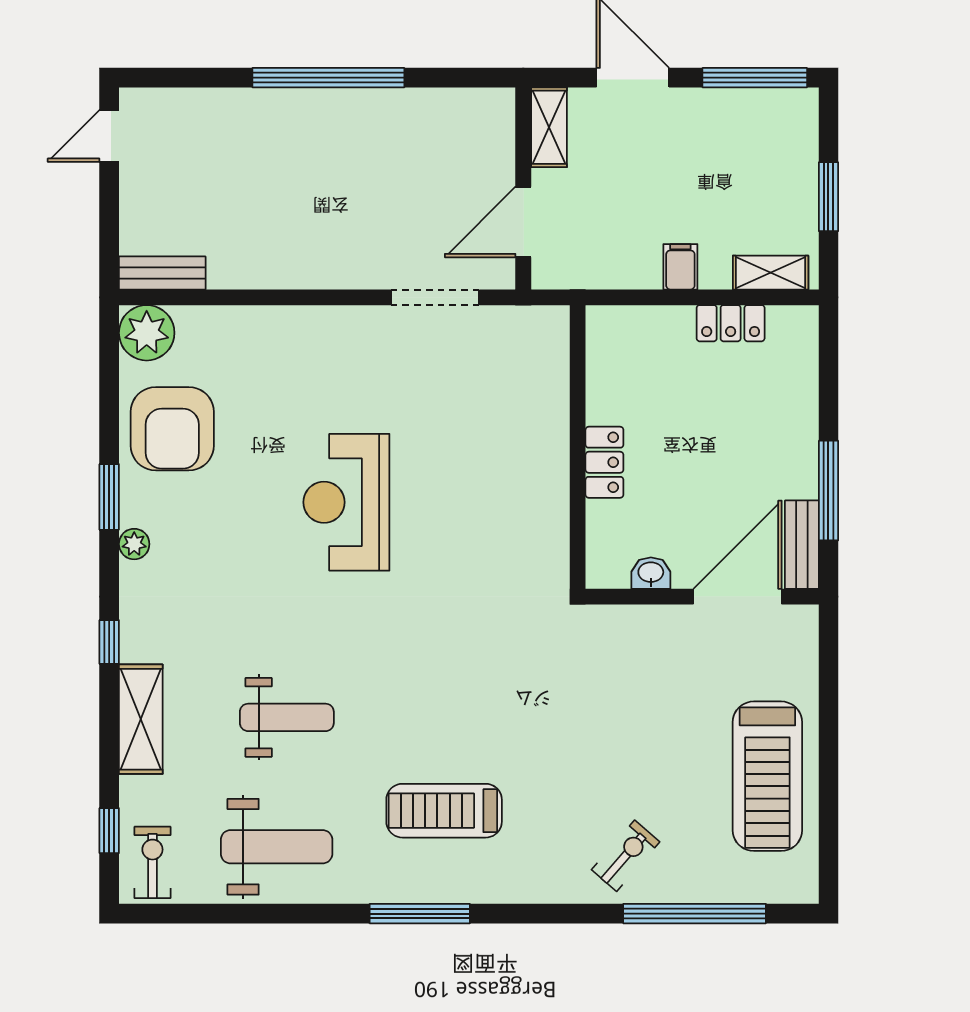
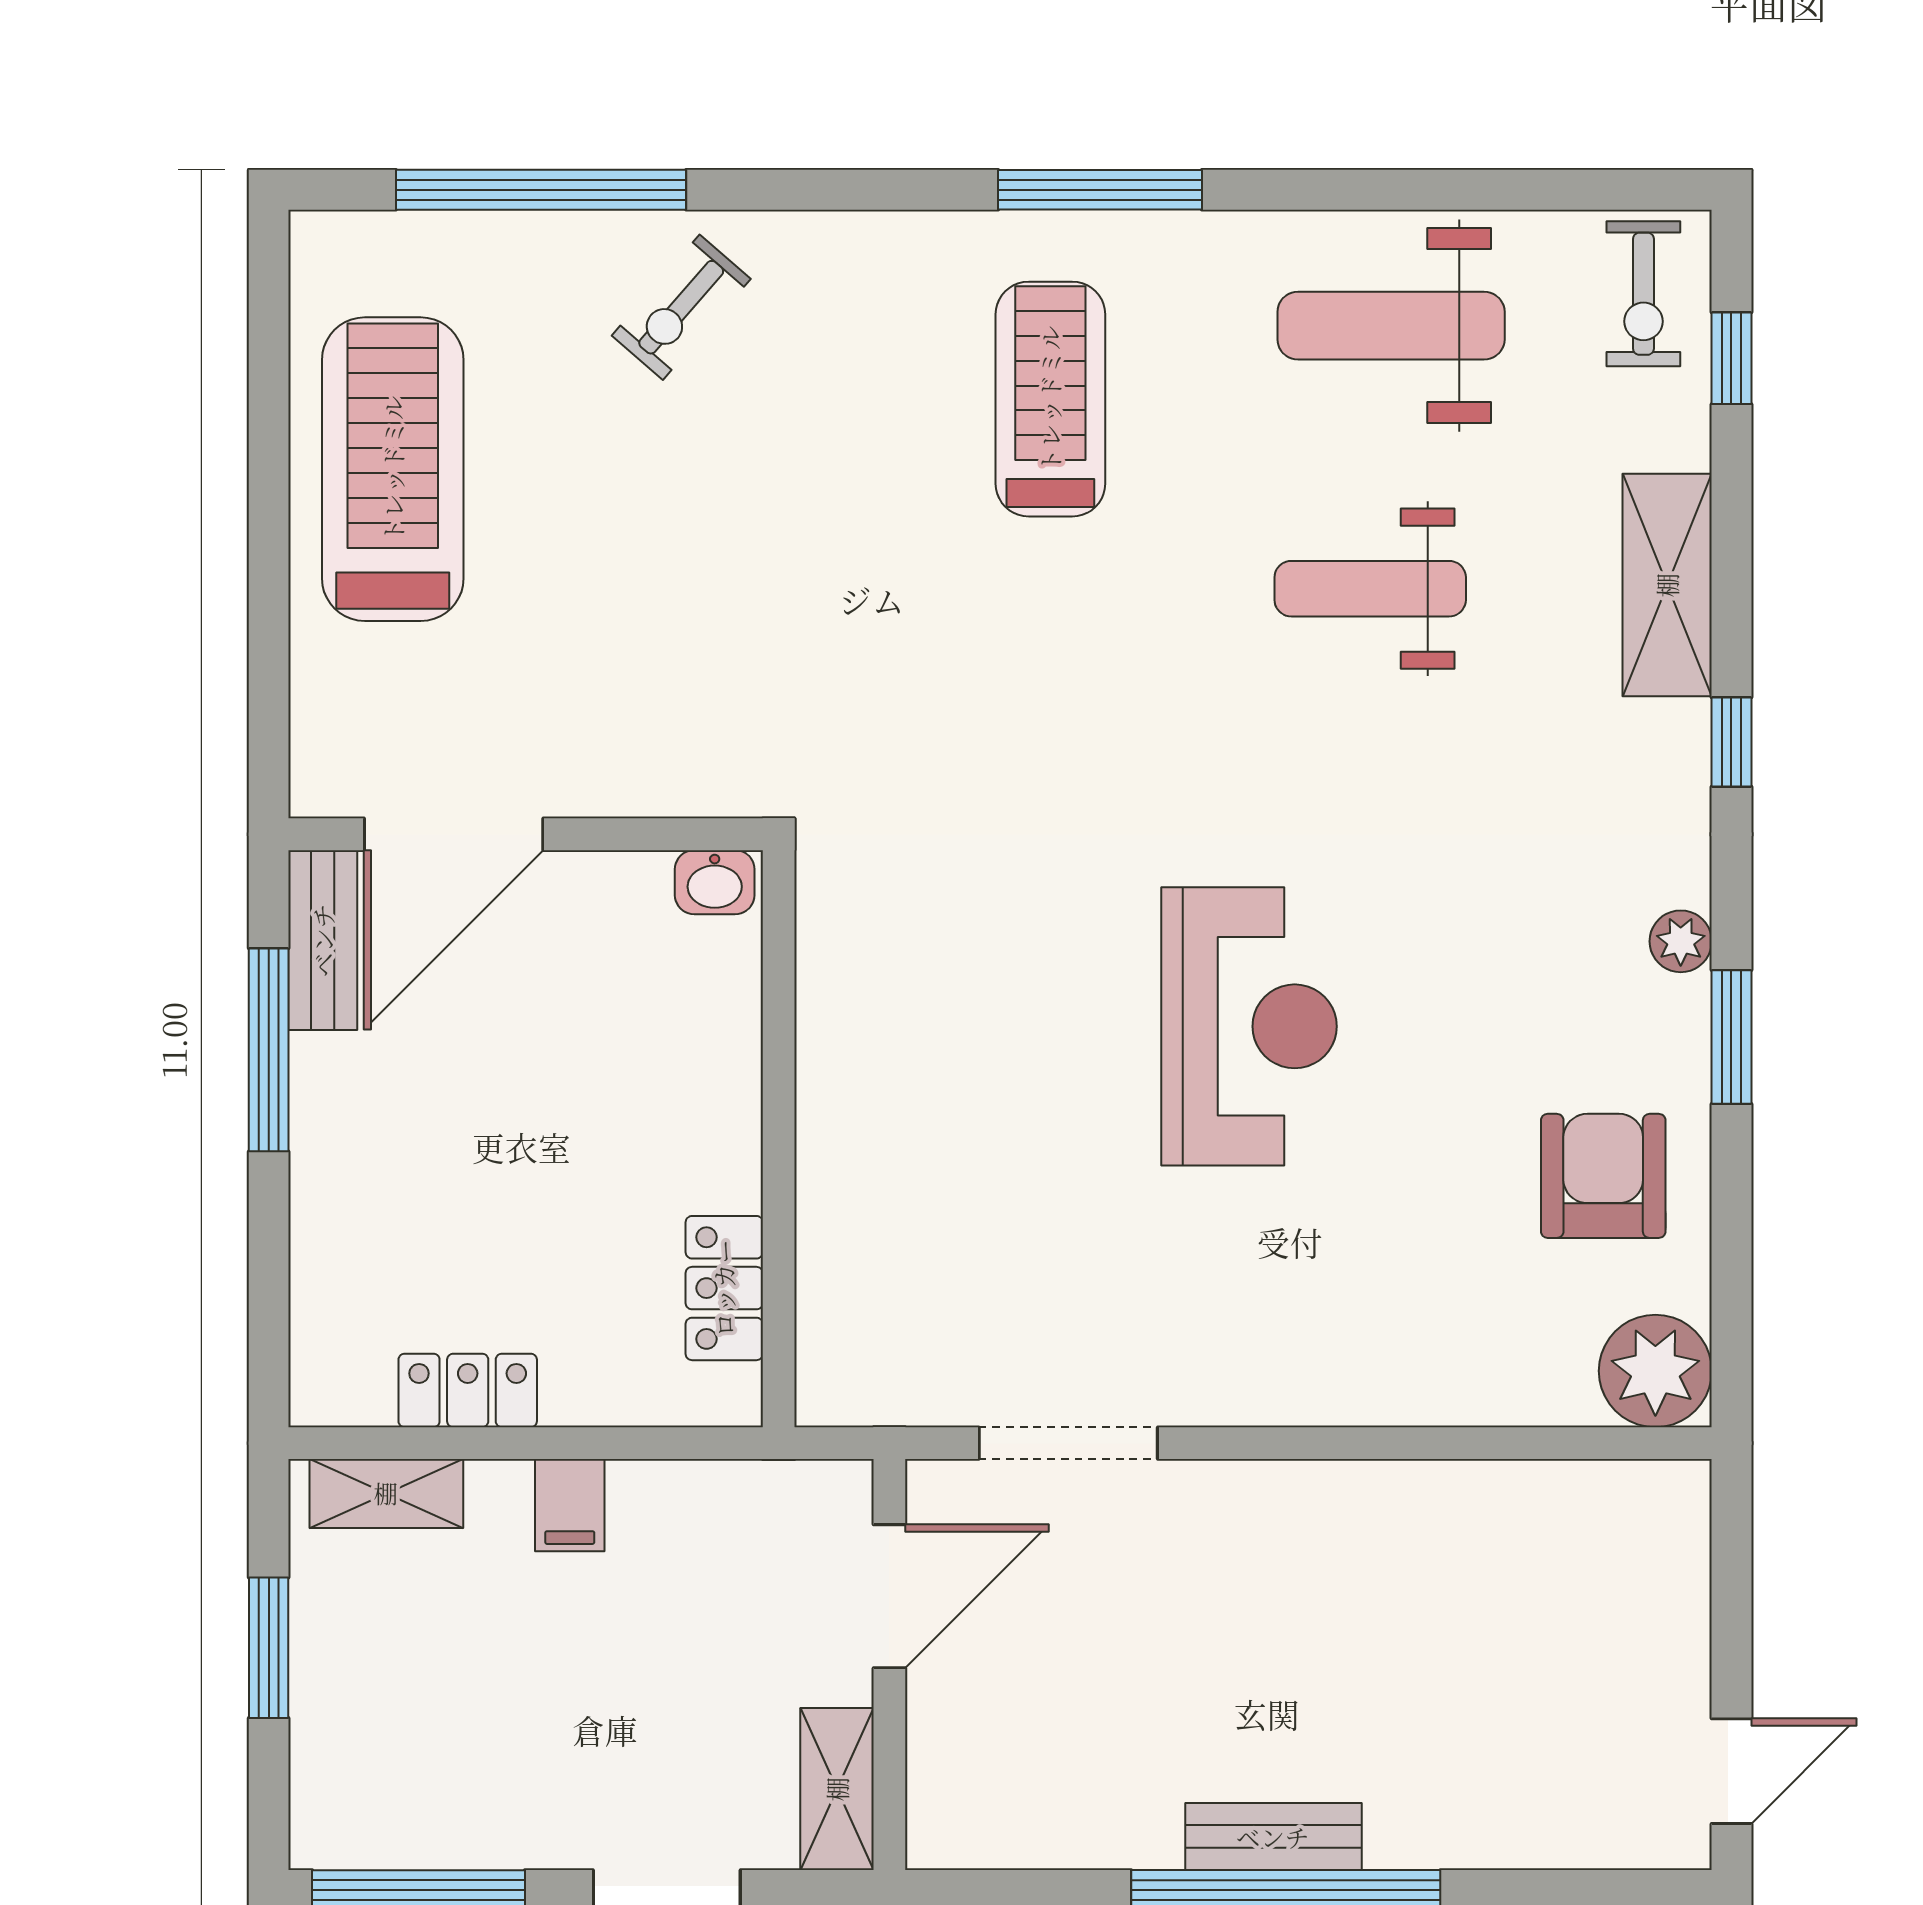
bench: (162, 273) -> (1273, 1837), moved
armchair: (172, 429) -> (1603, 1176), width x0.73, depth x0.73
locker: (604, 462) -> (724, 1288), moved
washbasin: (651, 573) -> (715, 882), moved
treadmill: (444, 811) -> (1050, 399), turned -90

